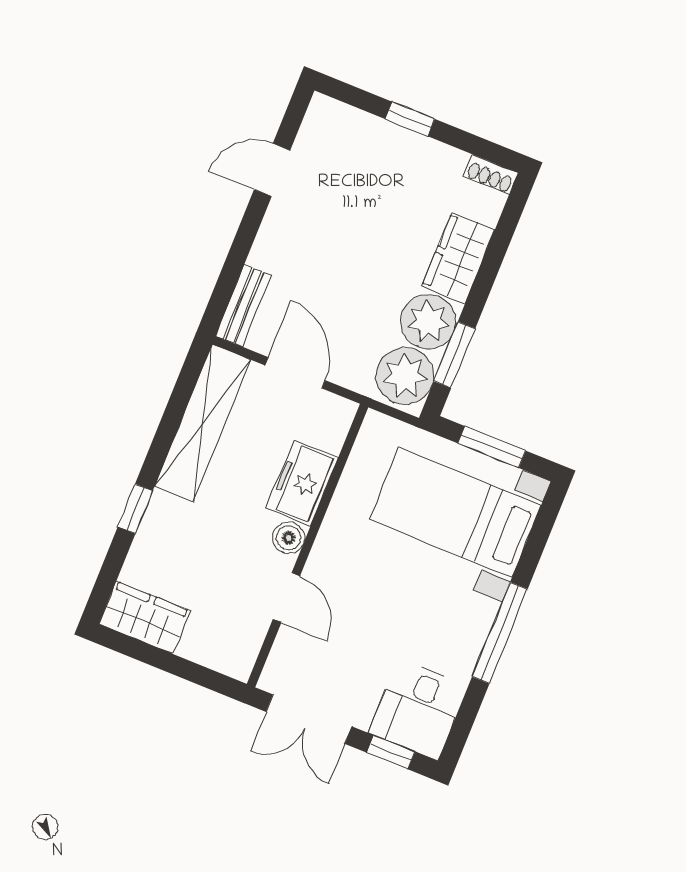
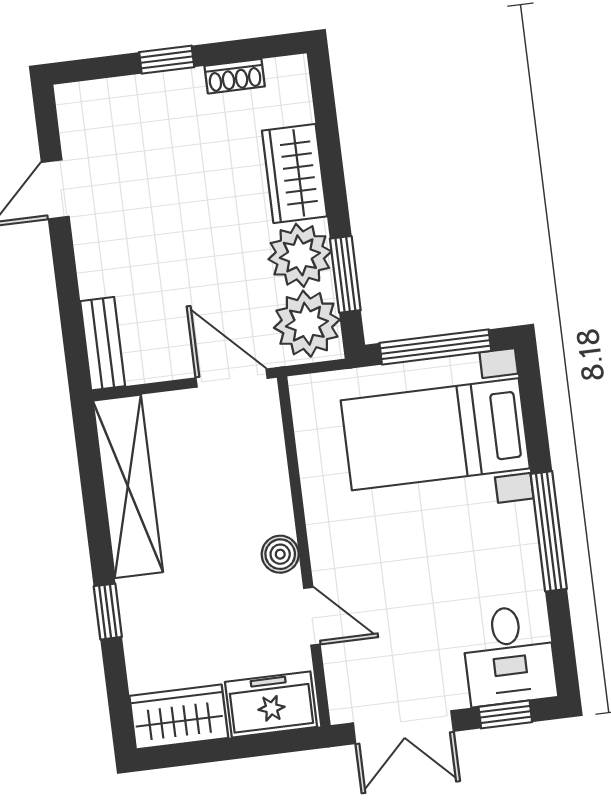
shoe rack: (491, 175) -> (235, 76), moved
door: (295, 373) -> (232, 378), moved
window: (492, 447) -> (435, 347), width x1.44
freezer: (302, 483) -> (271, 704), moved, turned 90

